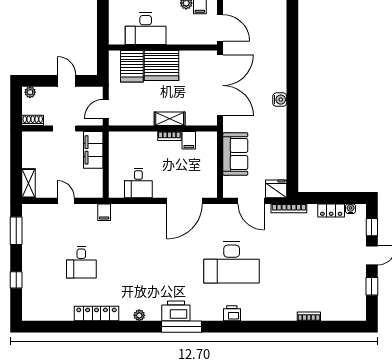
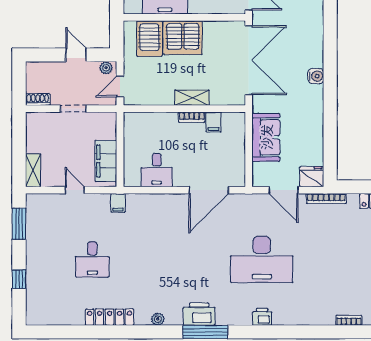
plant: (30, 92) -> (106, 68), moved
filing cabinet: (93, 150) -> (106, 161), moved

